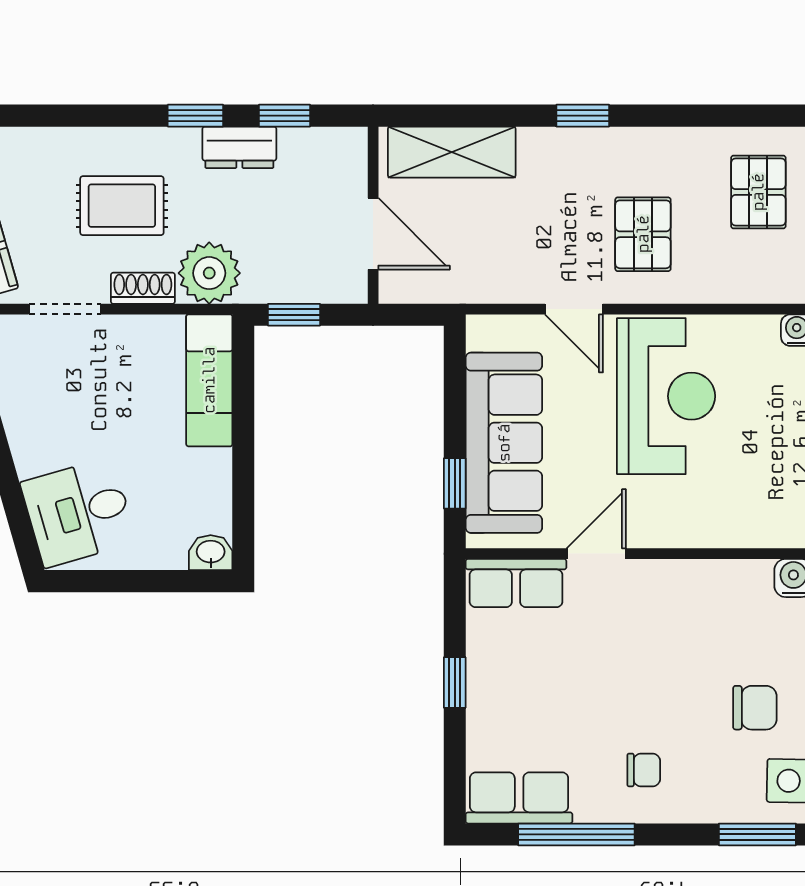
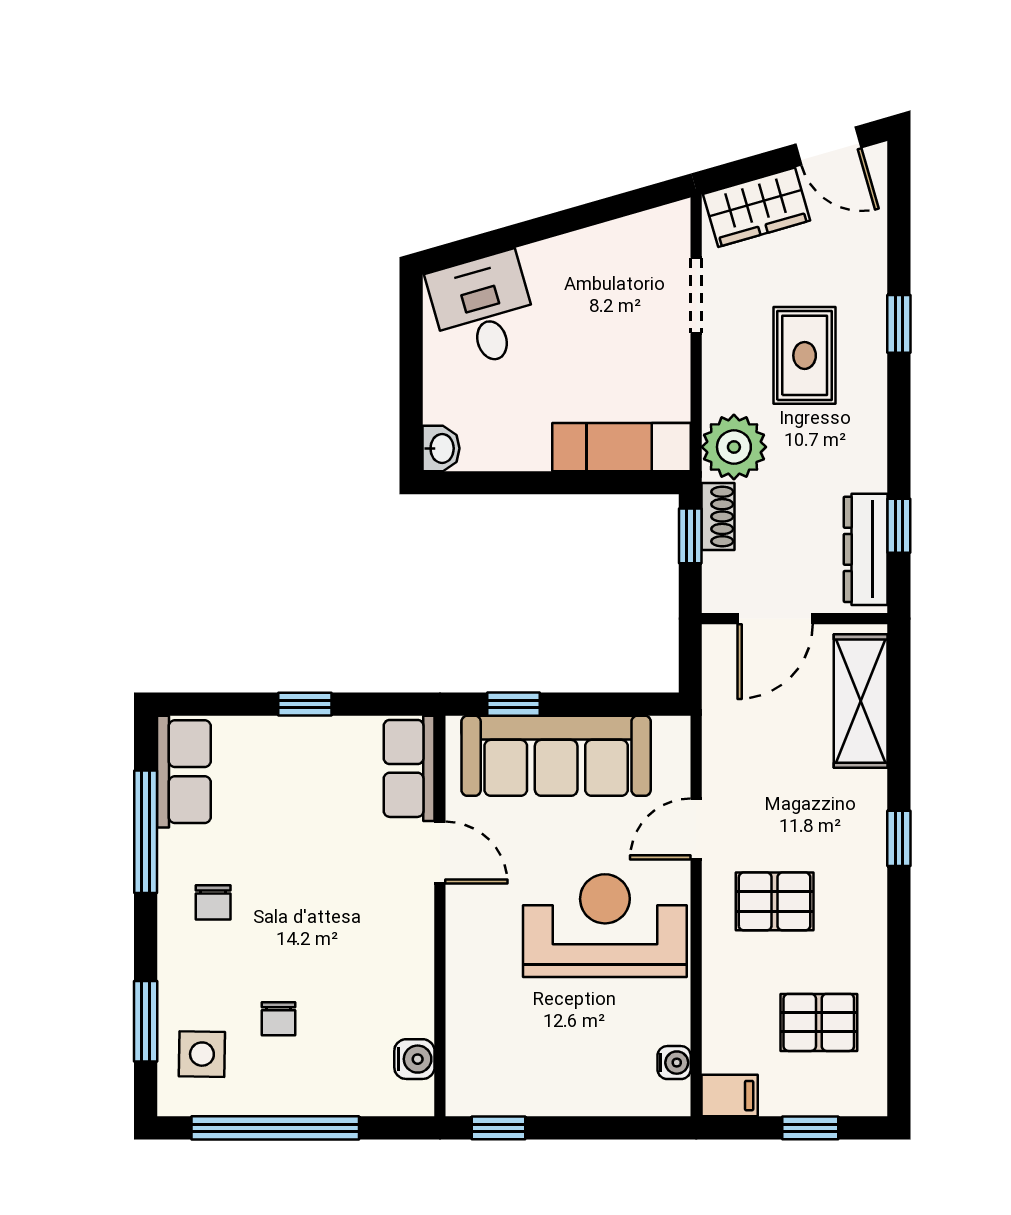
window: (195, 116) -> (899, 324), moved
dresser: (239, 147) -> (866, 549), moved, width x1.44
shoe rack: (143, 288) -> (718, 517), moved
reception desk: (666, 396) -> (605, 926), turned 180
chair: (755, 708) -> (279, 1019), width x0.73, depth x0.73

